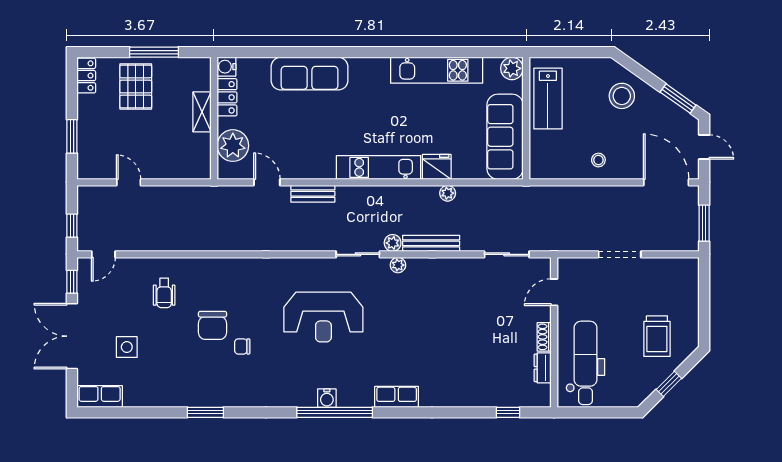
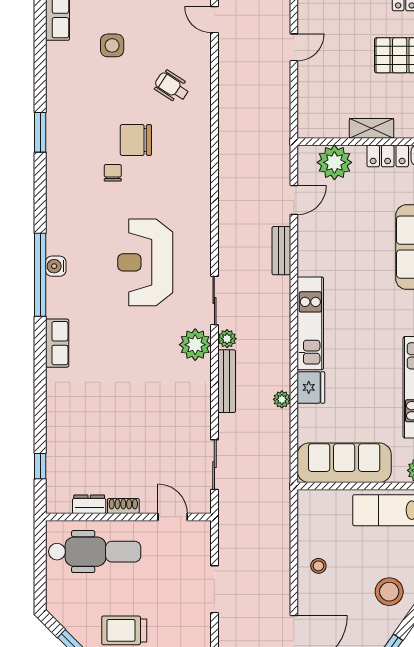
plant: (398, 265) -> (195, 345), width x1.87, depth x1.87
wheelchair: (164, 293) -> (172, 87), turned 33

